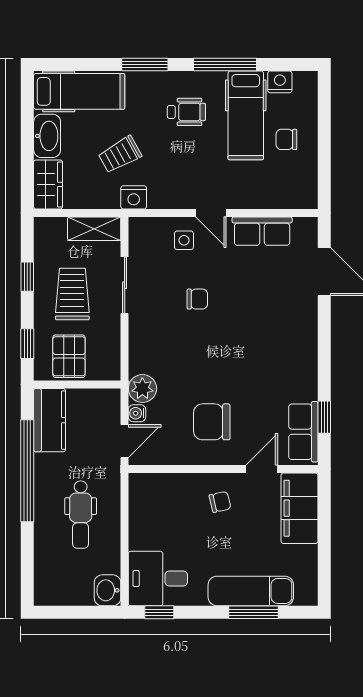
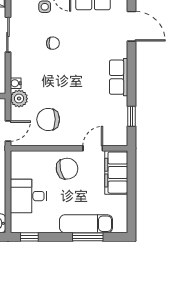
water cooler: (137, 413) -> (16, 83), moved
chair: (212, 422) -> (48, 119), moved
row of seats: (303, 432) -> (119, 77), moved
chair: (220, 502) -> (67, 169), width x1.87, depth x1.87
desk: (158, 579) -> (29, 196), moved

